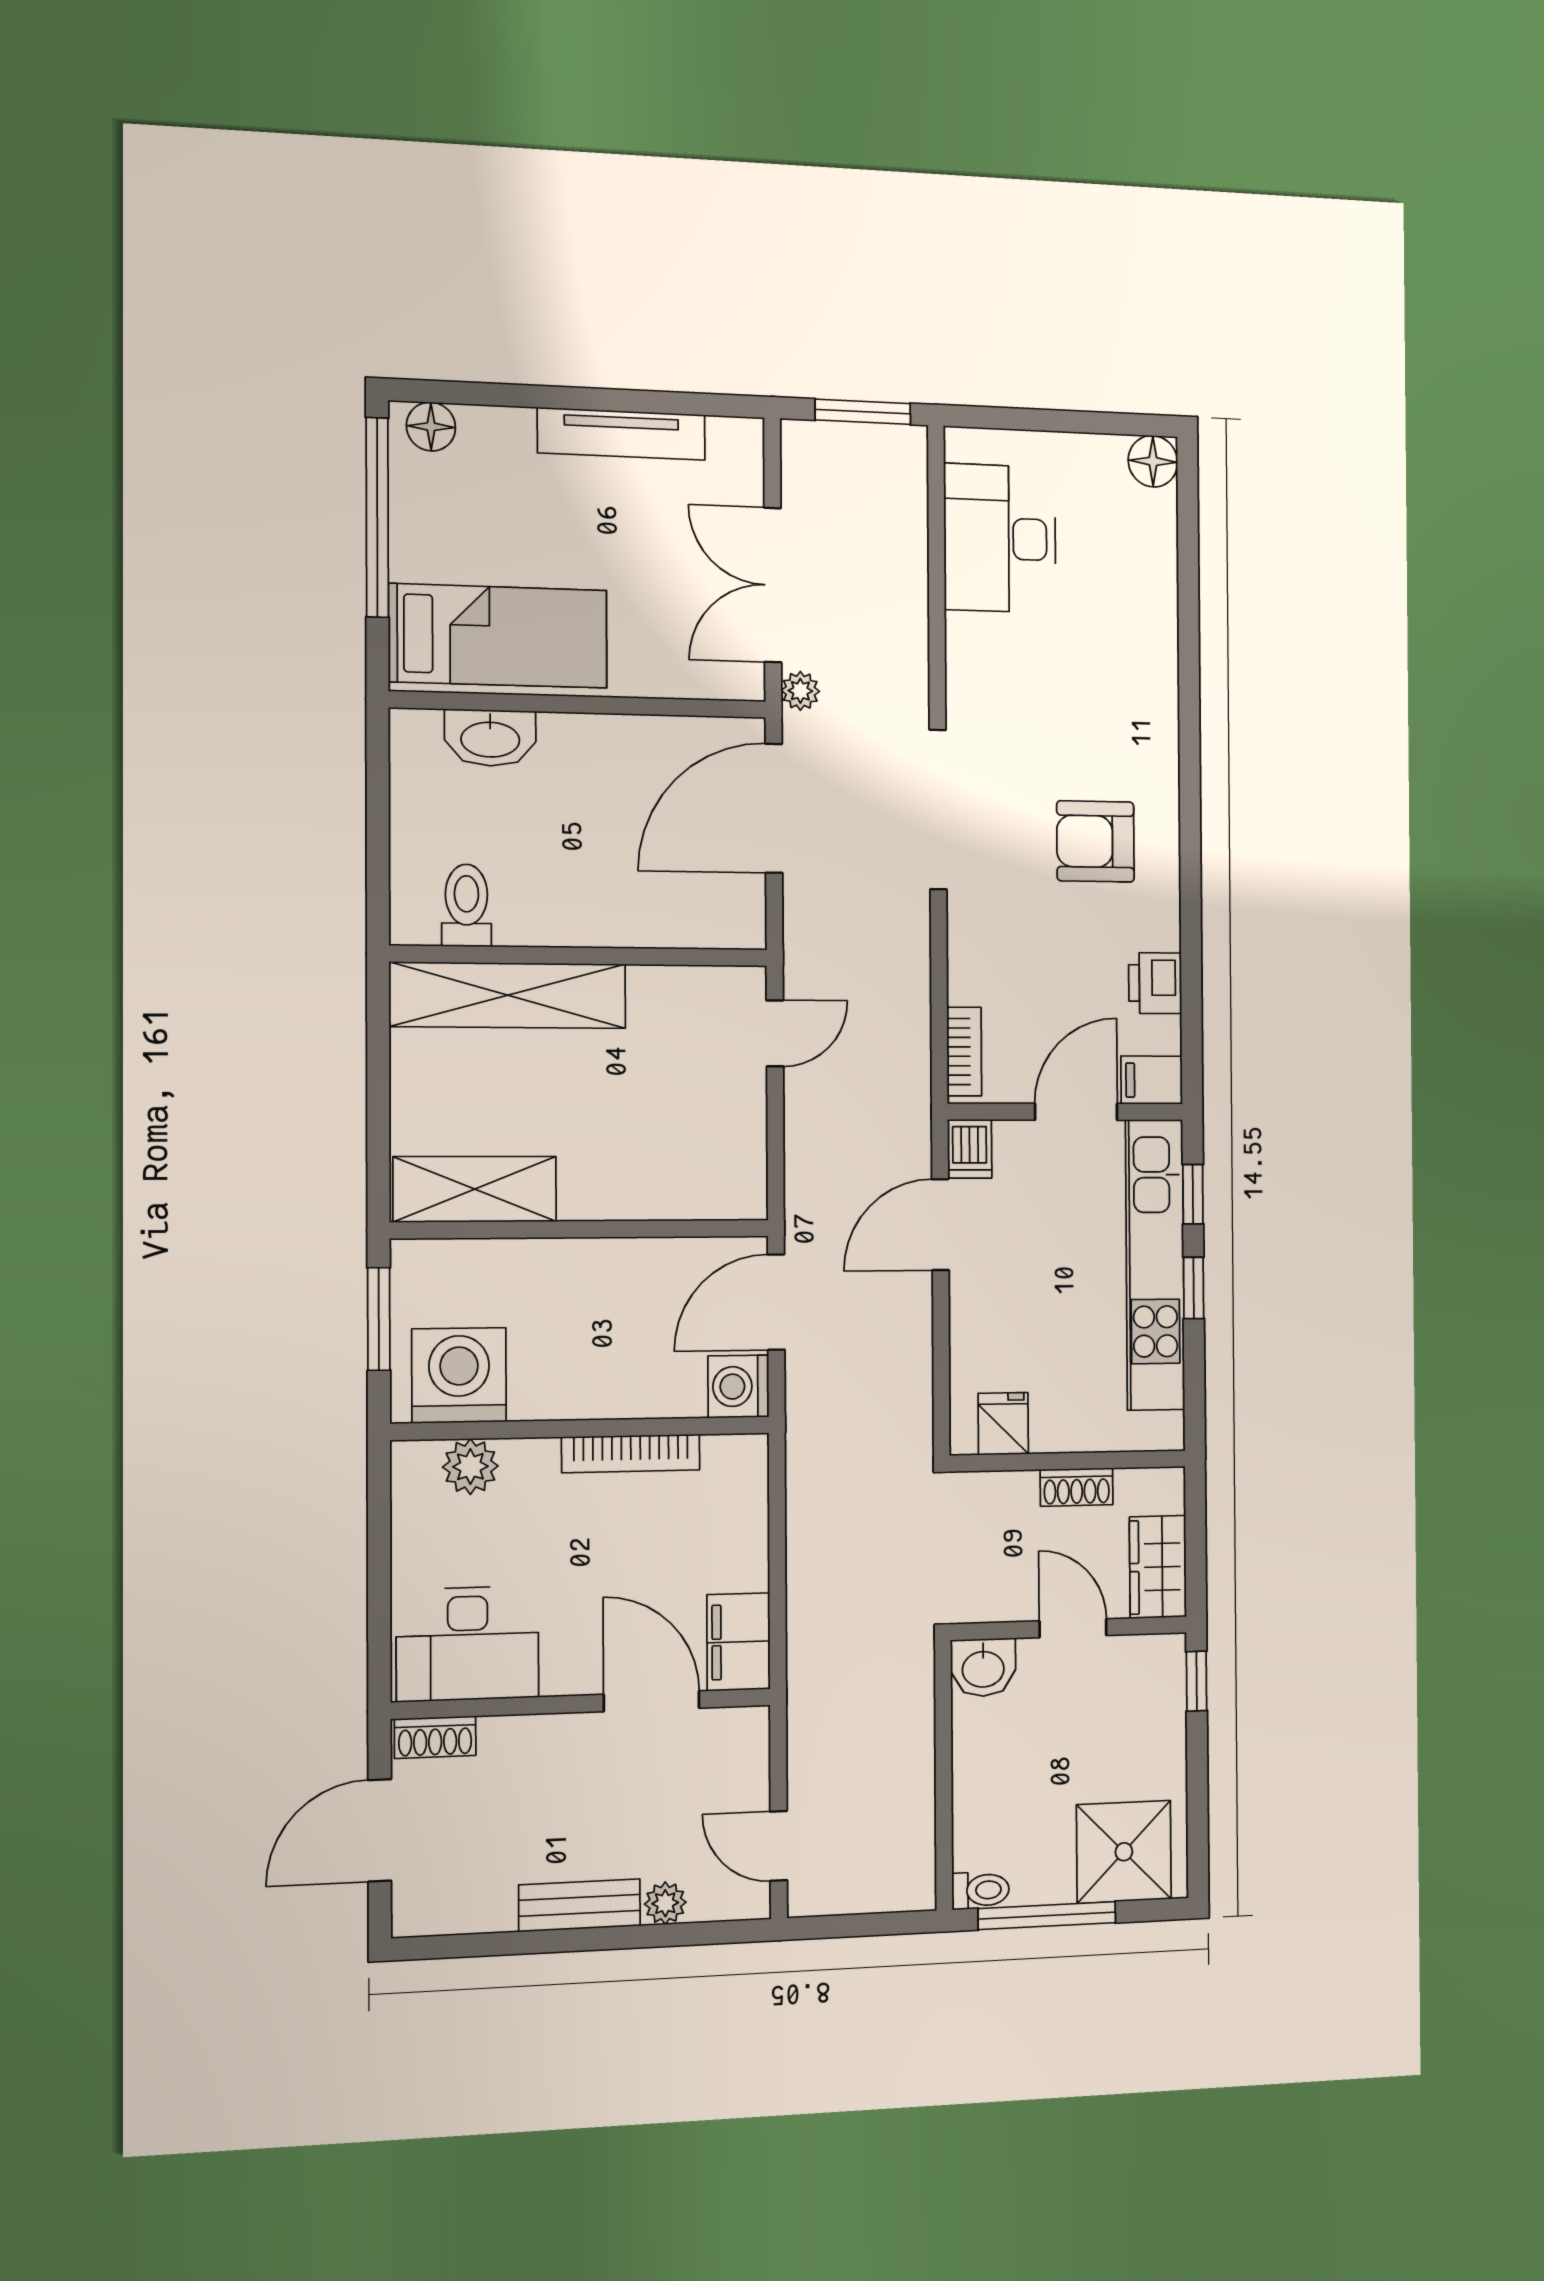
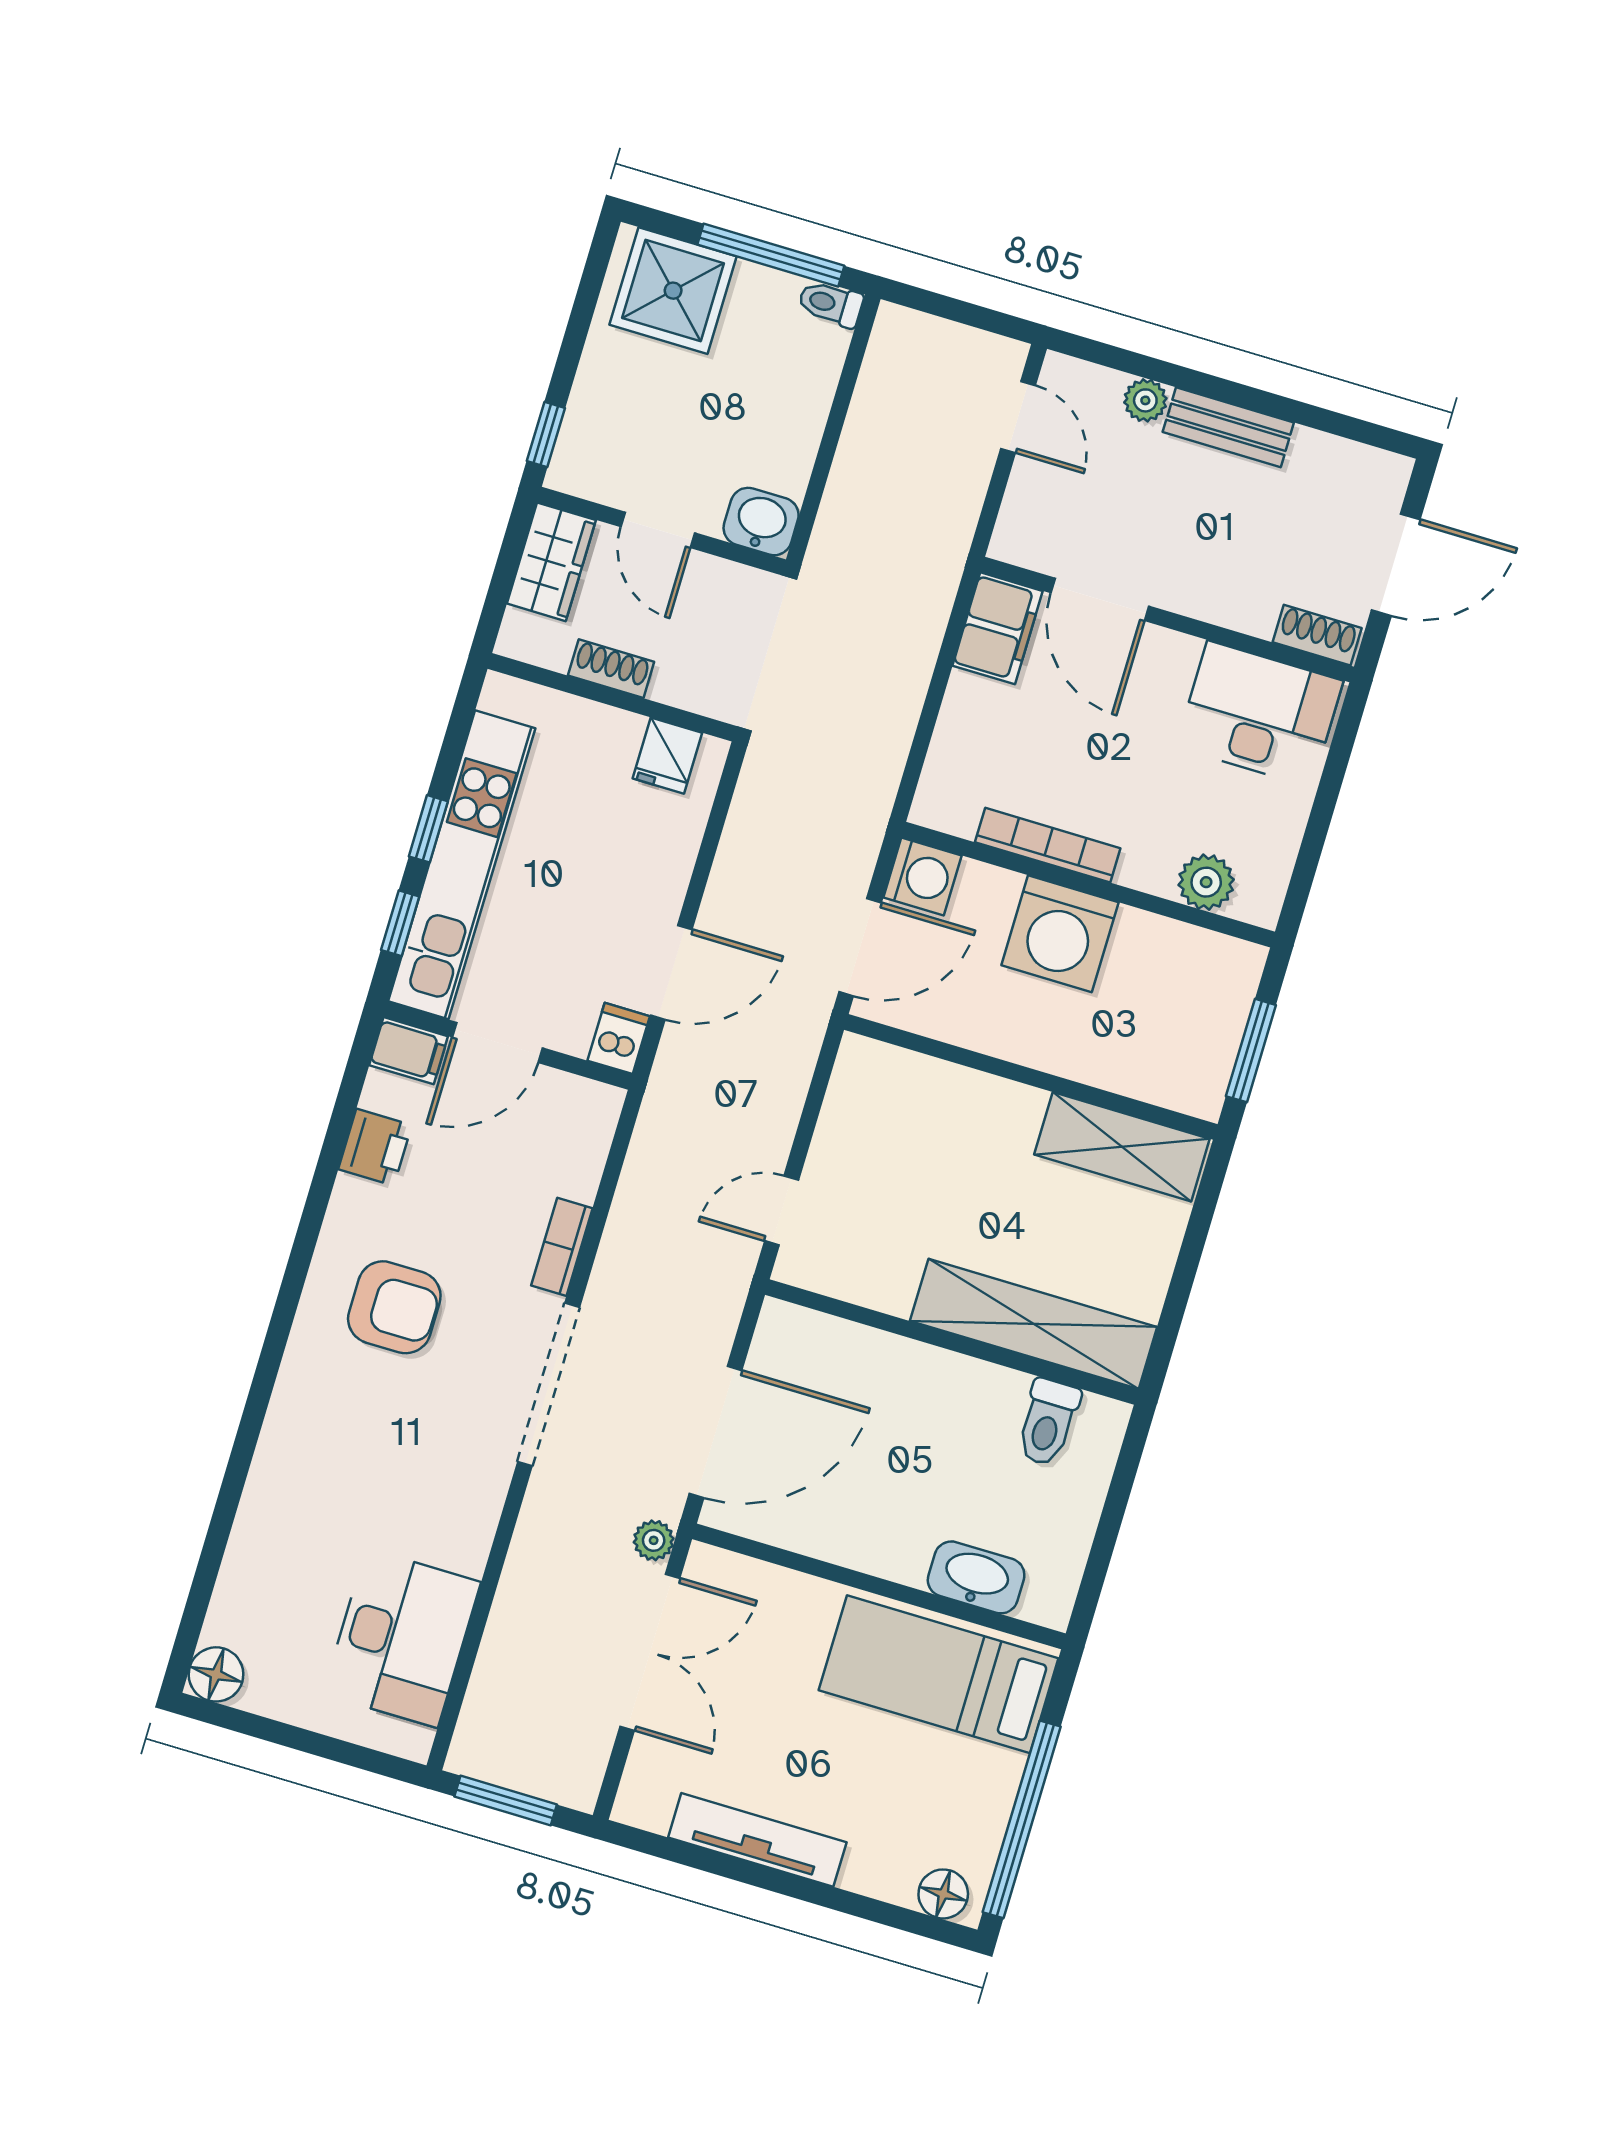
bookcase: (964, 1052) -> (562, 1247), moved
washing machine: (459, 1375) -> (1060, 934), moved

